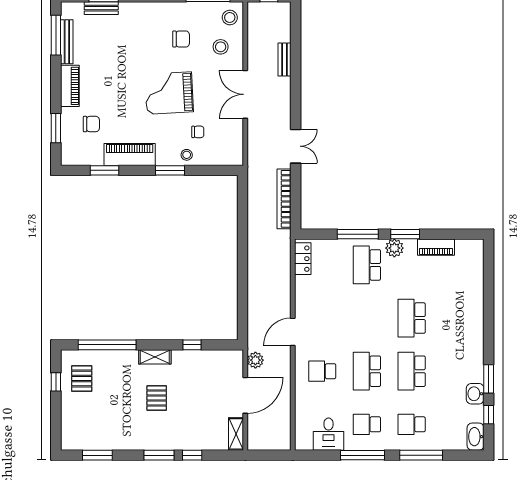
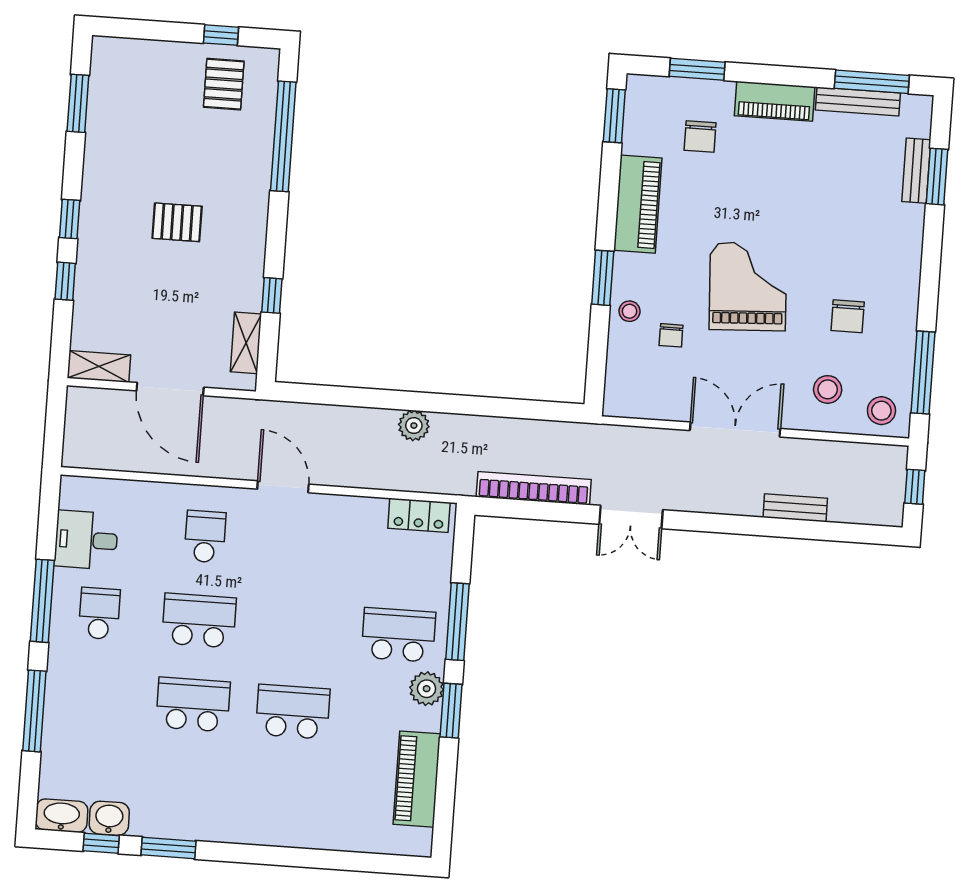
window: (105, 170) -> (614, 116), moved
piano: (436, 247) -> (417, 779), width x1.37, depth x1.33
shelving: (155, 357) -> (246, 343), moved
plant: (255, 360) -> (414, 426), moved
pallet: (82, 378) -> (224, 84), turned 90
washbasin: (475, 394) -> (109, 818), moved
school desk: (412, 424) -> (93, 697), removed
window: (159, 455) -> (70, 219), width x0.67

